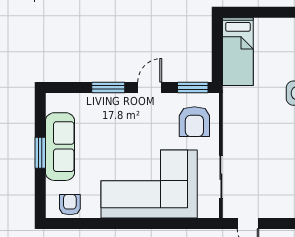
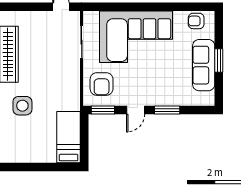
armchair: (194, 122) -> (102, 84), turned 180
armchair: (70, 205) -> (196, 21), turned 90

